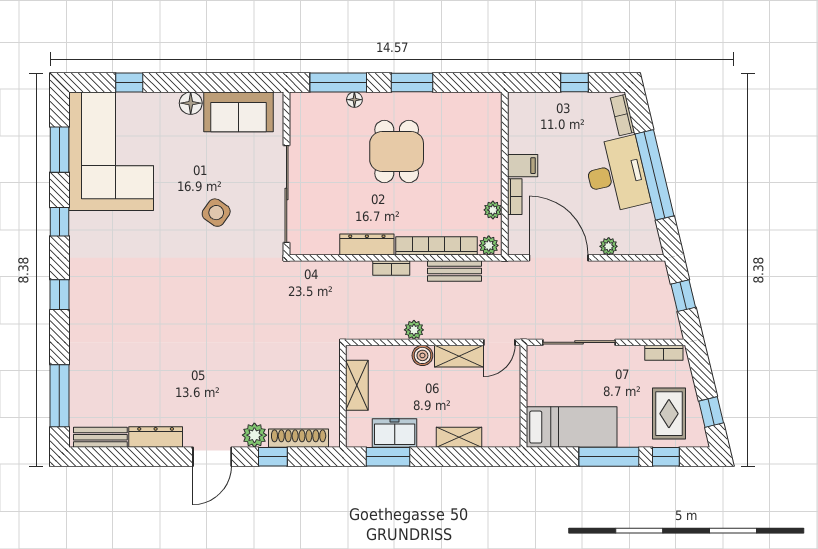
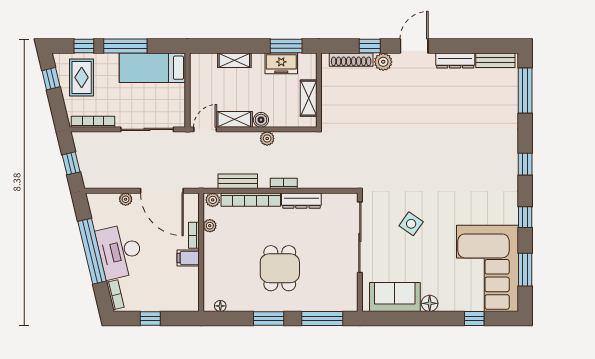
floor lamp: (354, 100) -> (220, 306), moved
bookcase: (664, 353) -> (93, 122), width x1.56

